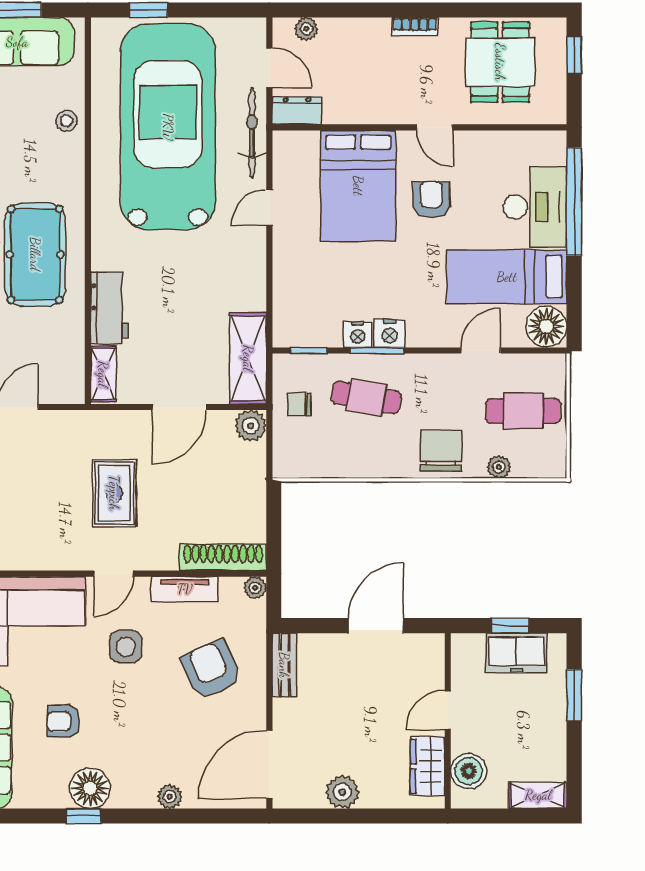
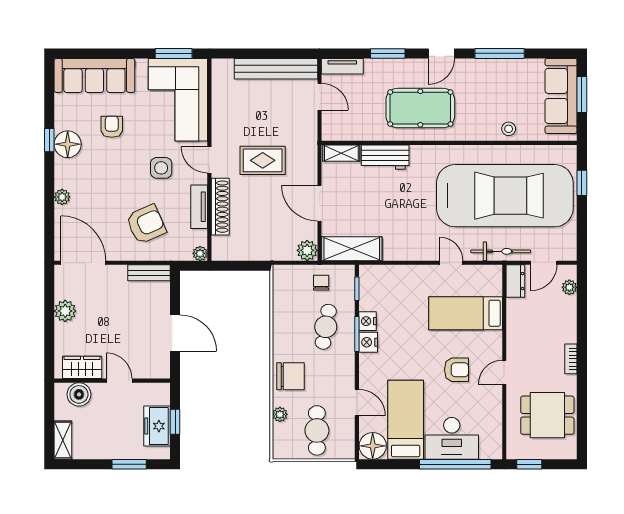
window: (574, 55) -> (529, 464), moved
bed: (358, 186) -> (466, 313), width x0.67
shoe rack: (223, 557) -> (220, 207), moved

